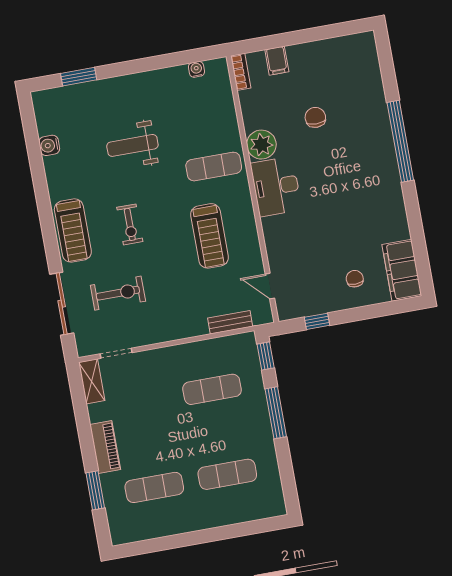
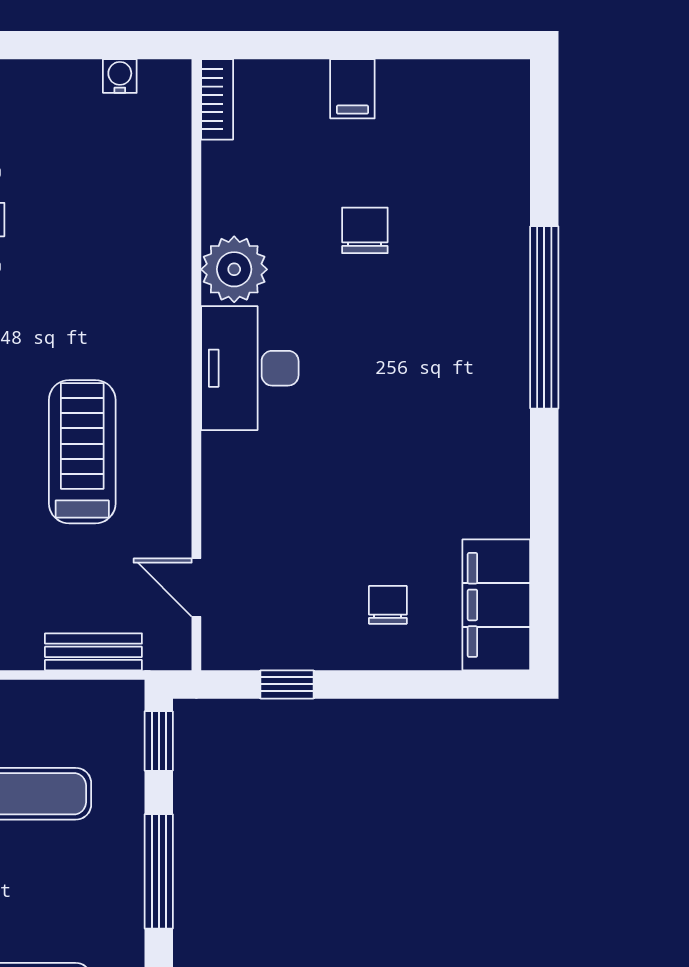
filing cabinet: (277, 61) -> (352, 89), moved
exercise mat: (214, 167) -> (119, 299), removed
treadmill: (210, 236) -> (82, 452), turned 180

